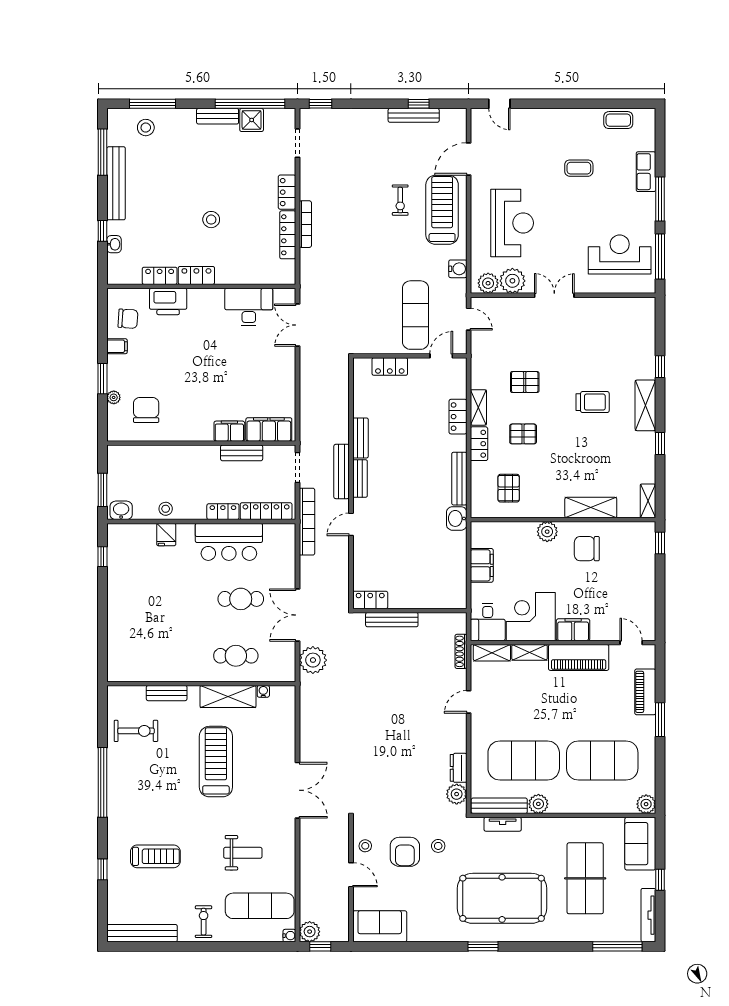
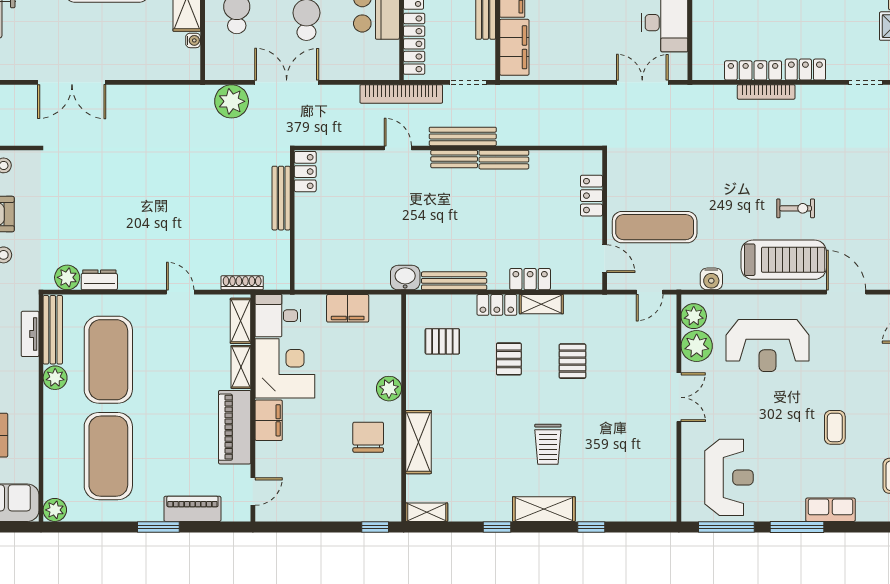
exercise bike: (400, 200) -> (796, 208), turned 180

